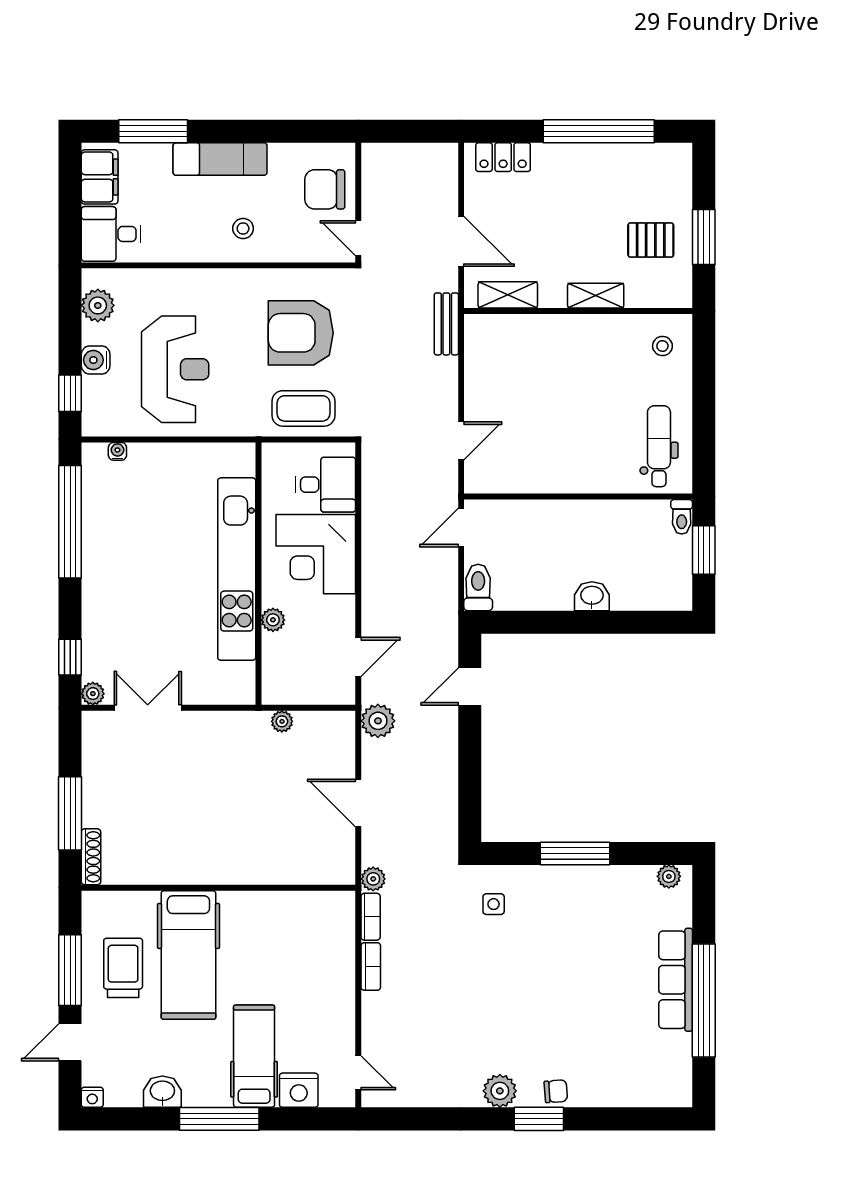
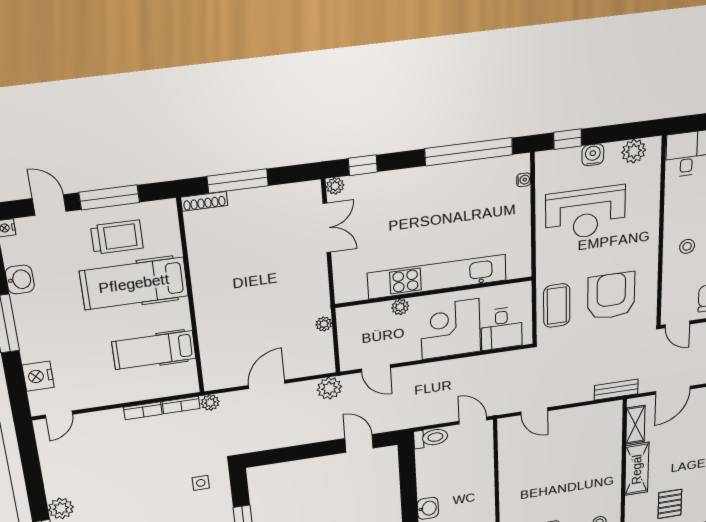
door: (358, 238) -> (677, 324), swing flipped
shelving: (596, 296) -> (637, 469), width x1.50, depth x1.33
hospital bed: (254, 1056) -> (154, 350), moved, turned 180

